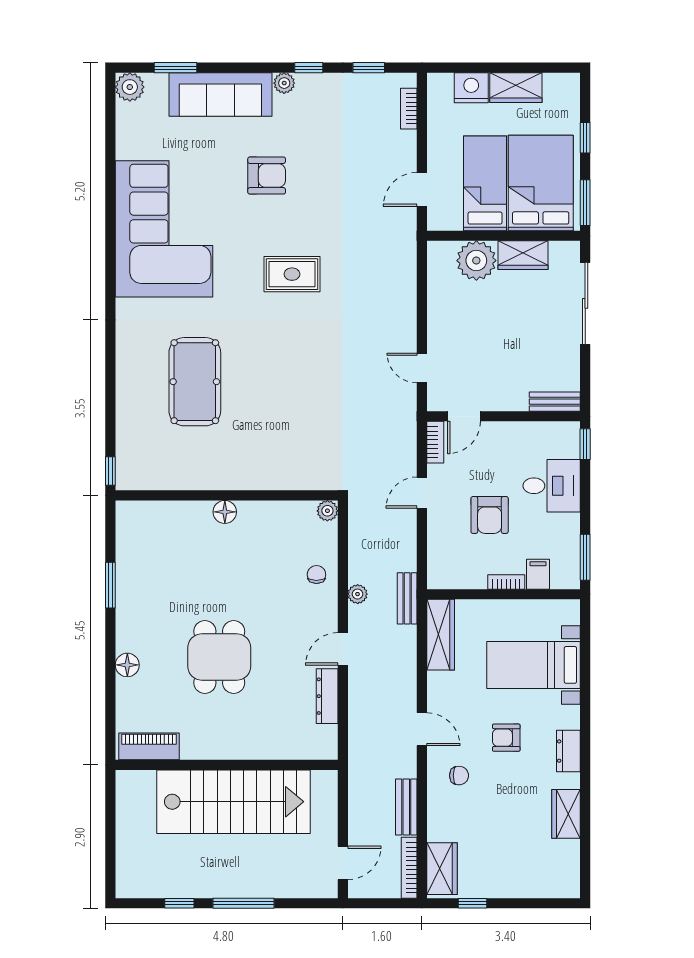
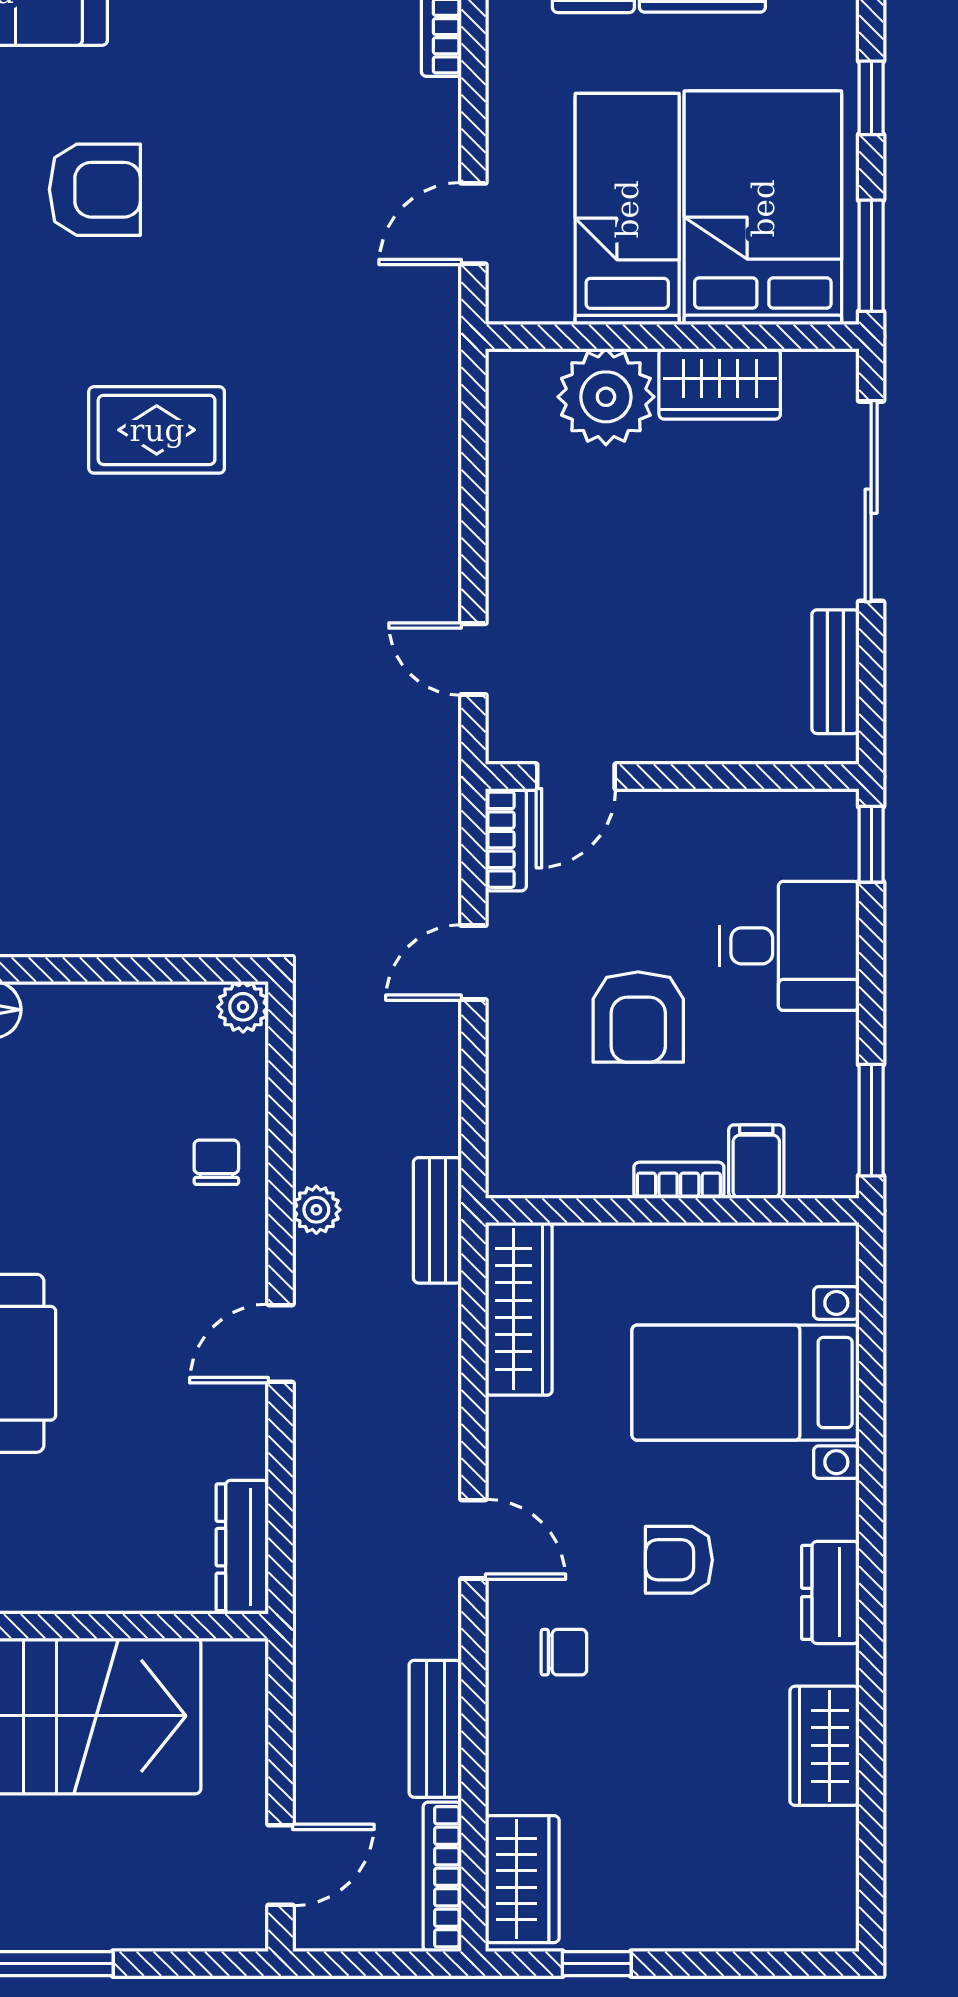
bench: (555, 402) -> (835, 672), moved, turned 90
dresser: (327, 696) -> (242, 1547), moved

